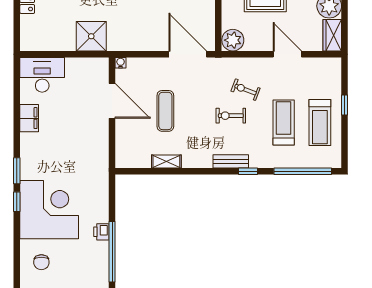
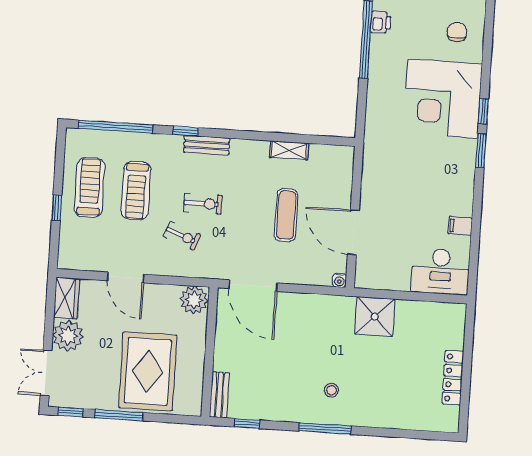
filing cabinet: (29, 118) -> (460, 226), width x0.50
printer: (101, 232) -> (381, 22), moved

